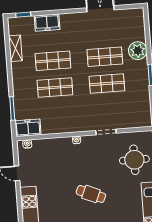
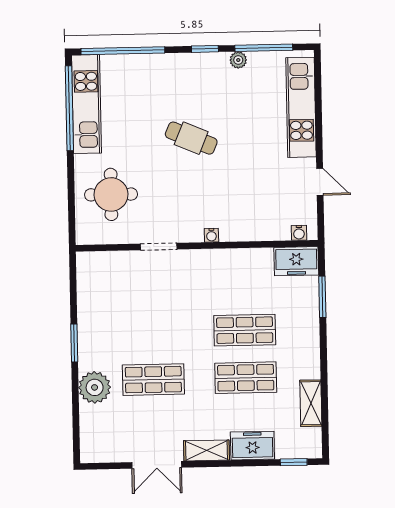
shelving: (73, 18) -> (206, 450), added
shop shelf: (107, 84) -> (152, 332), removed

